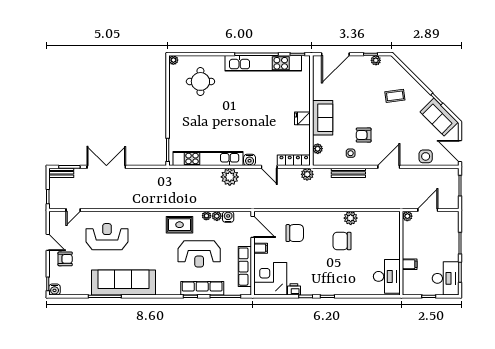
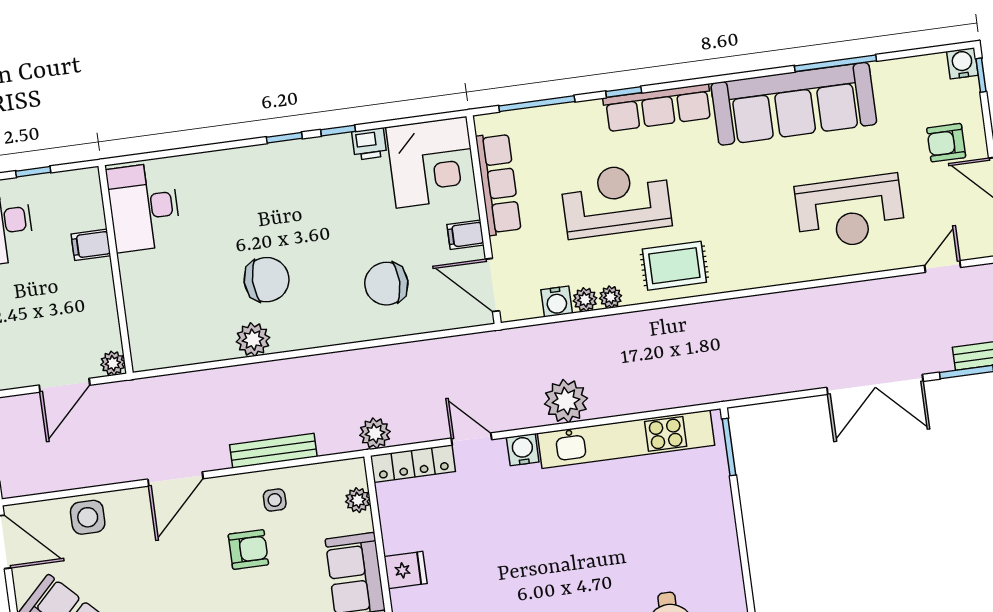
row of seats: (202, 288) -> (658, 108), moved

